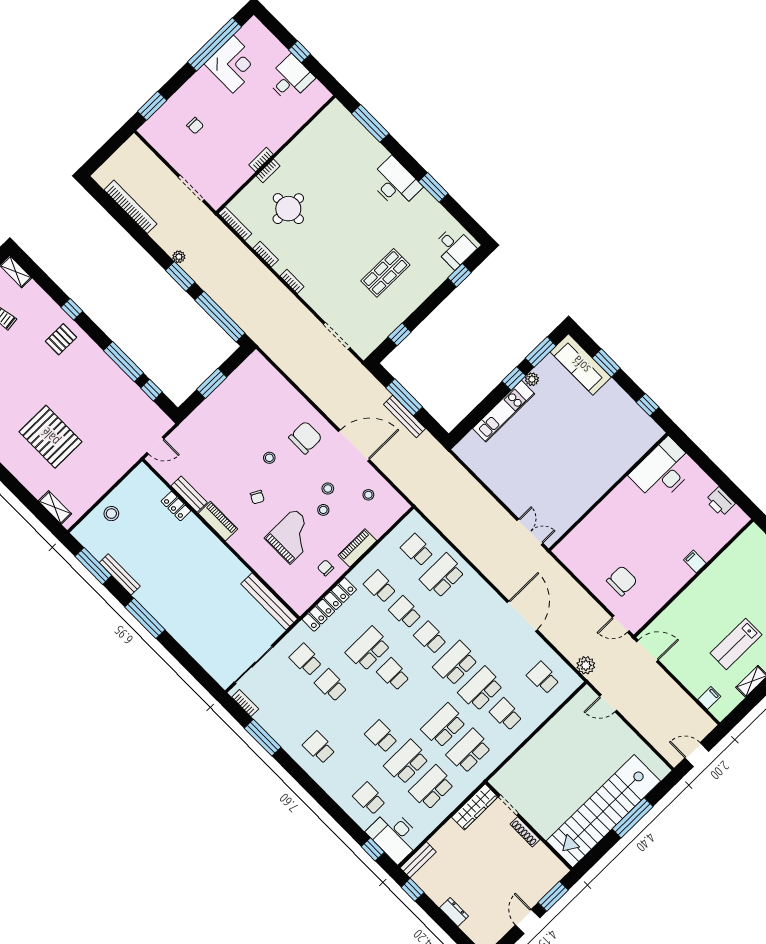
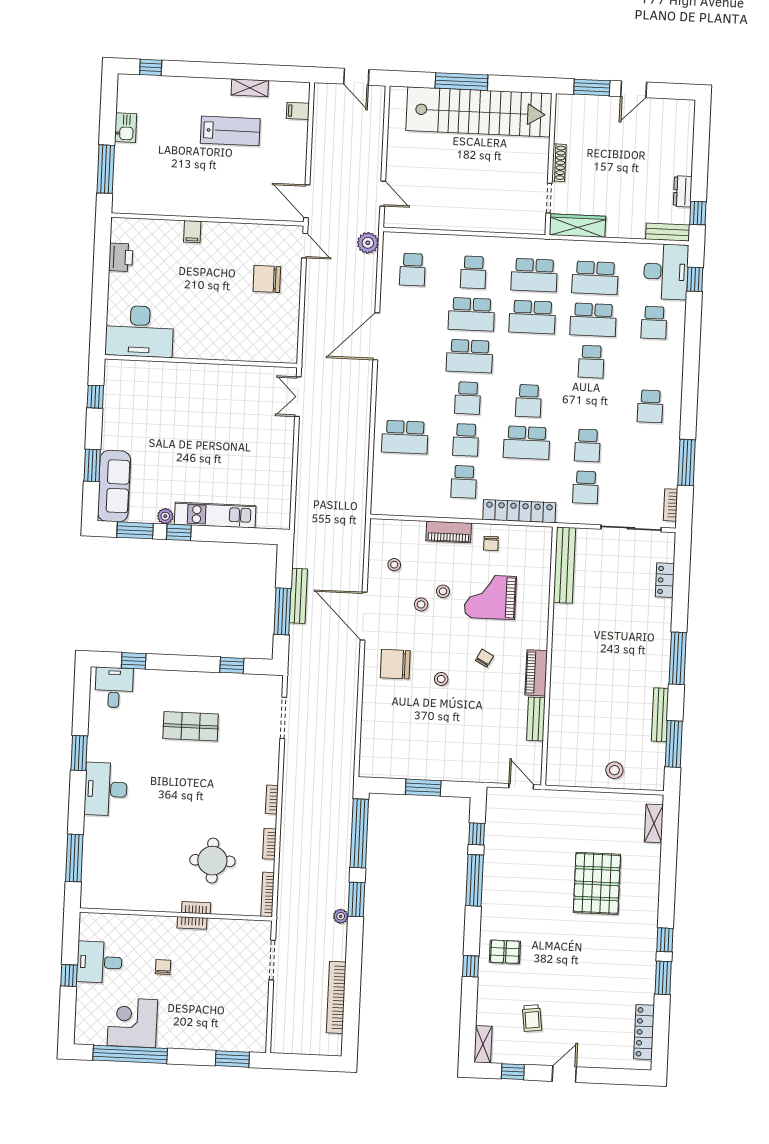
chair: (195, 126) -> (163, 967), moved
locker: (176, 506) -> (665, 580), moved, turned 180
school desk: (417, 550) -> (403, 479), removed
dresser: (454, 912) -> (683, 191), moved

